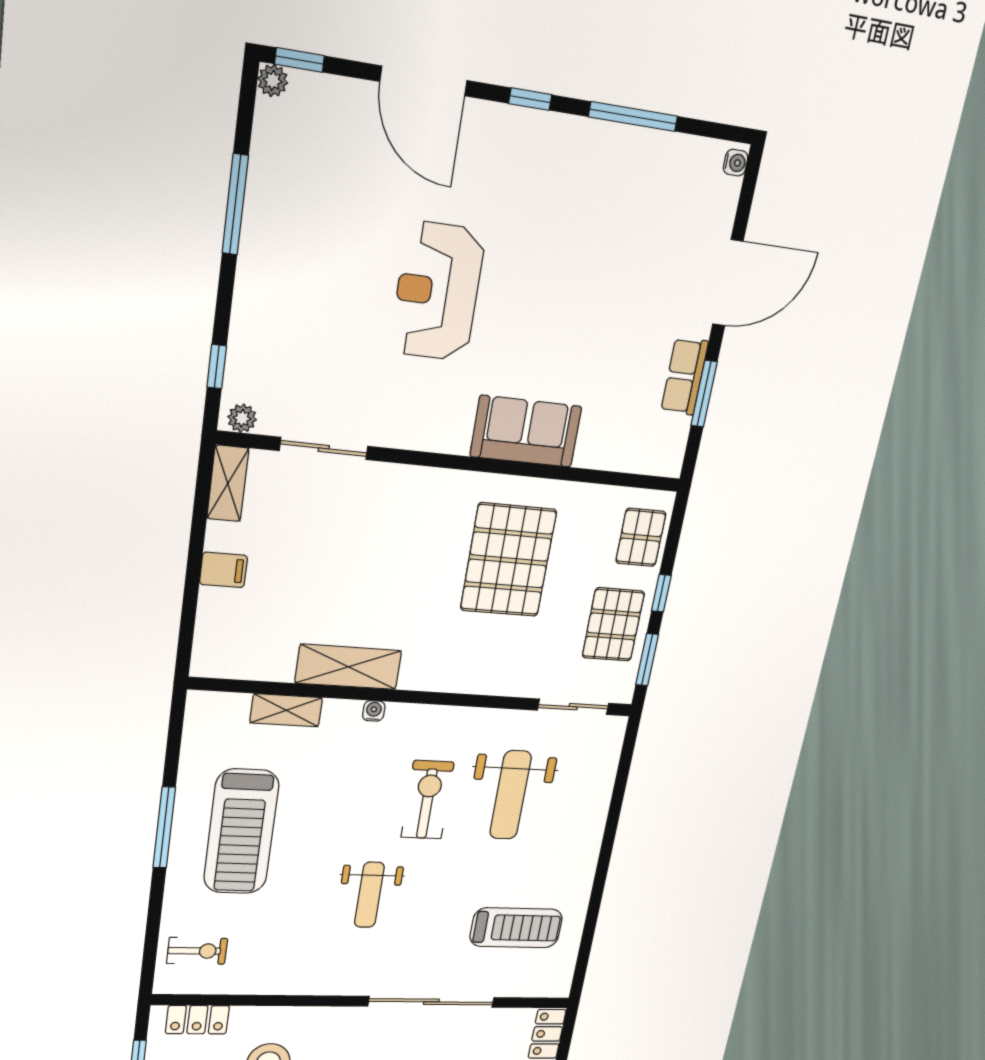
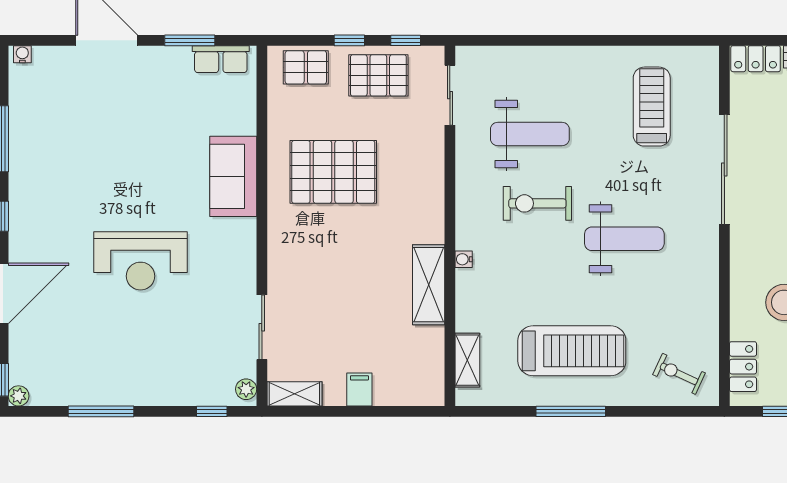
row of seats: (685, 376) -> (221, 59), moved
window: (647, 660) -> (406, 40), width x0.67
shelving: (286, 710) -> (467, 360), moved
weight bench: (369, 895) -> (624, 239), width x1.36, depth x1.33
exercise bike: (197, 951) -> (679, 374), turned -65

